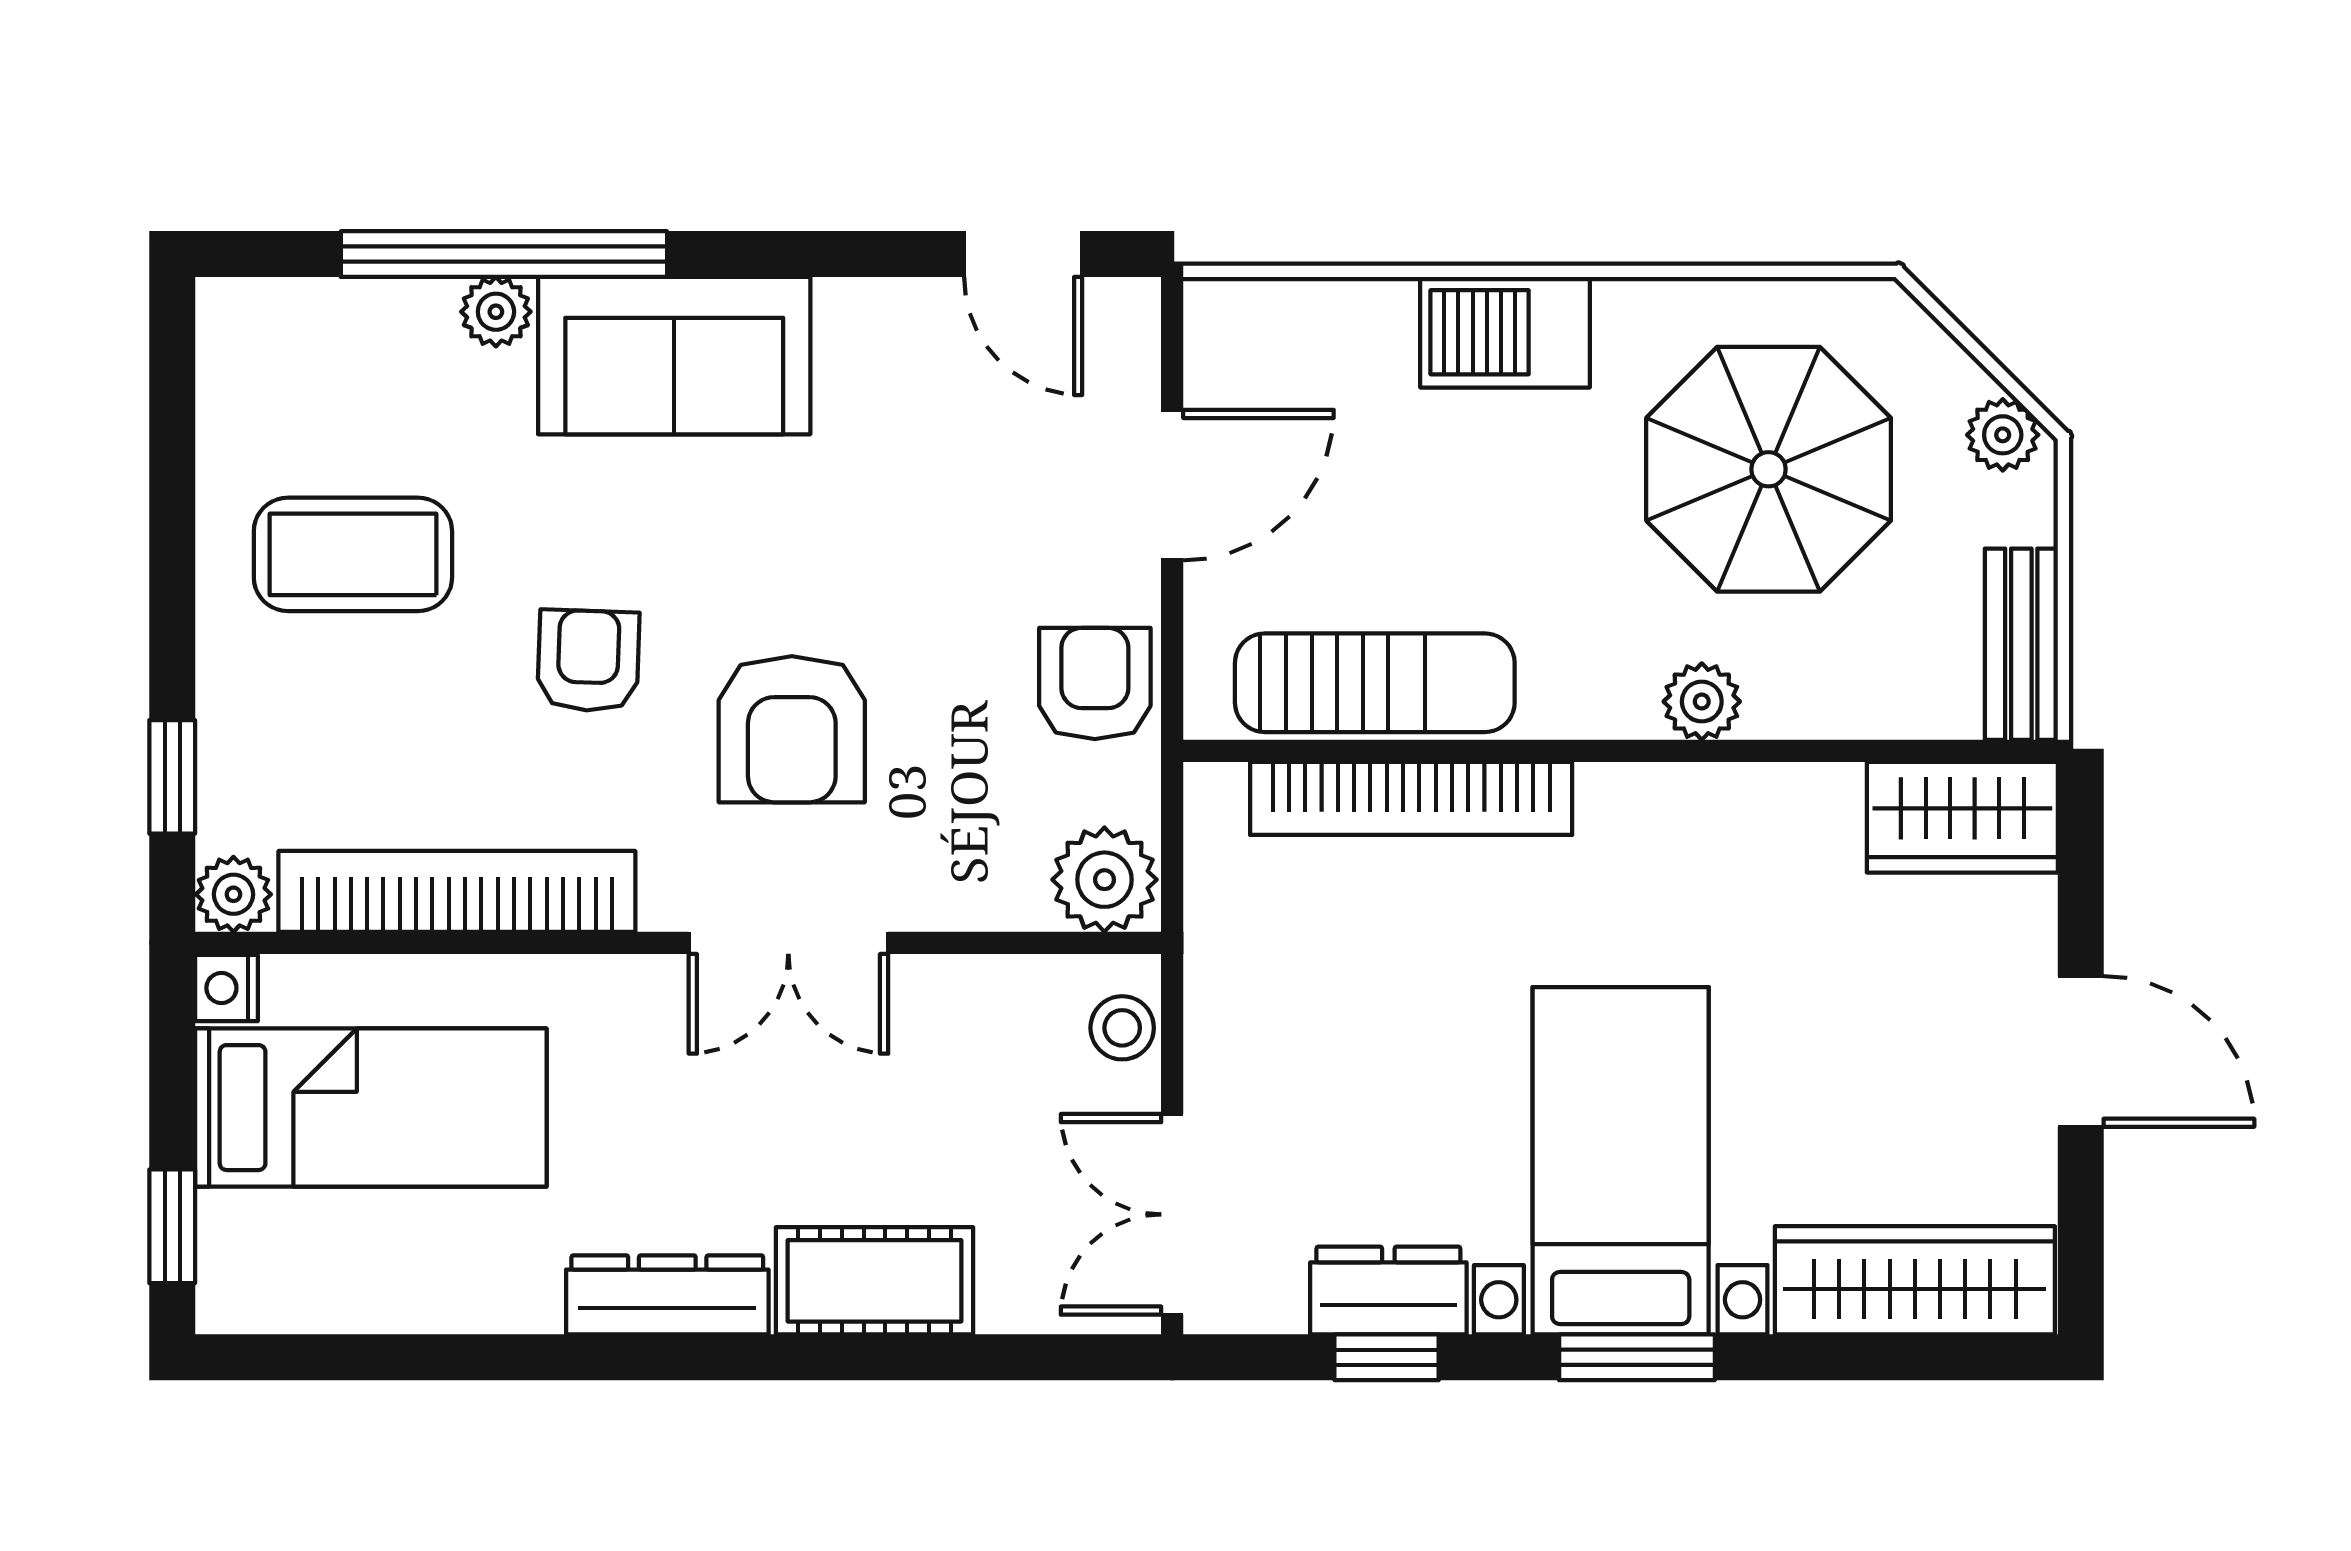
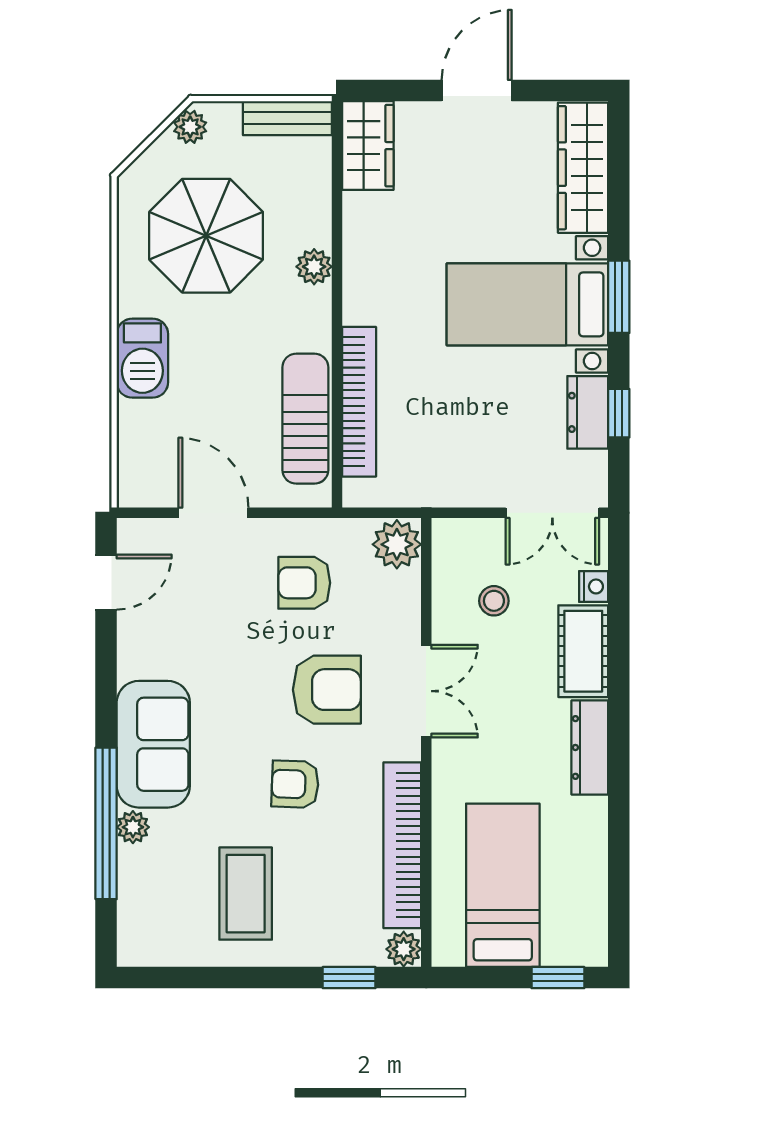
armchair: (1095, 684) -> (304, 583), moved
nightstand: (226, 988) -> (594, 586), moved, turned -90
stool: (1122, 1028) -> (494, 601), moved

